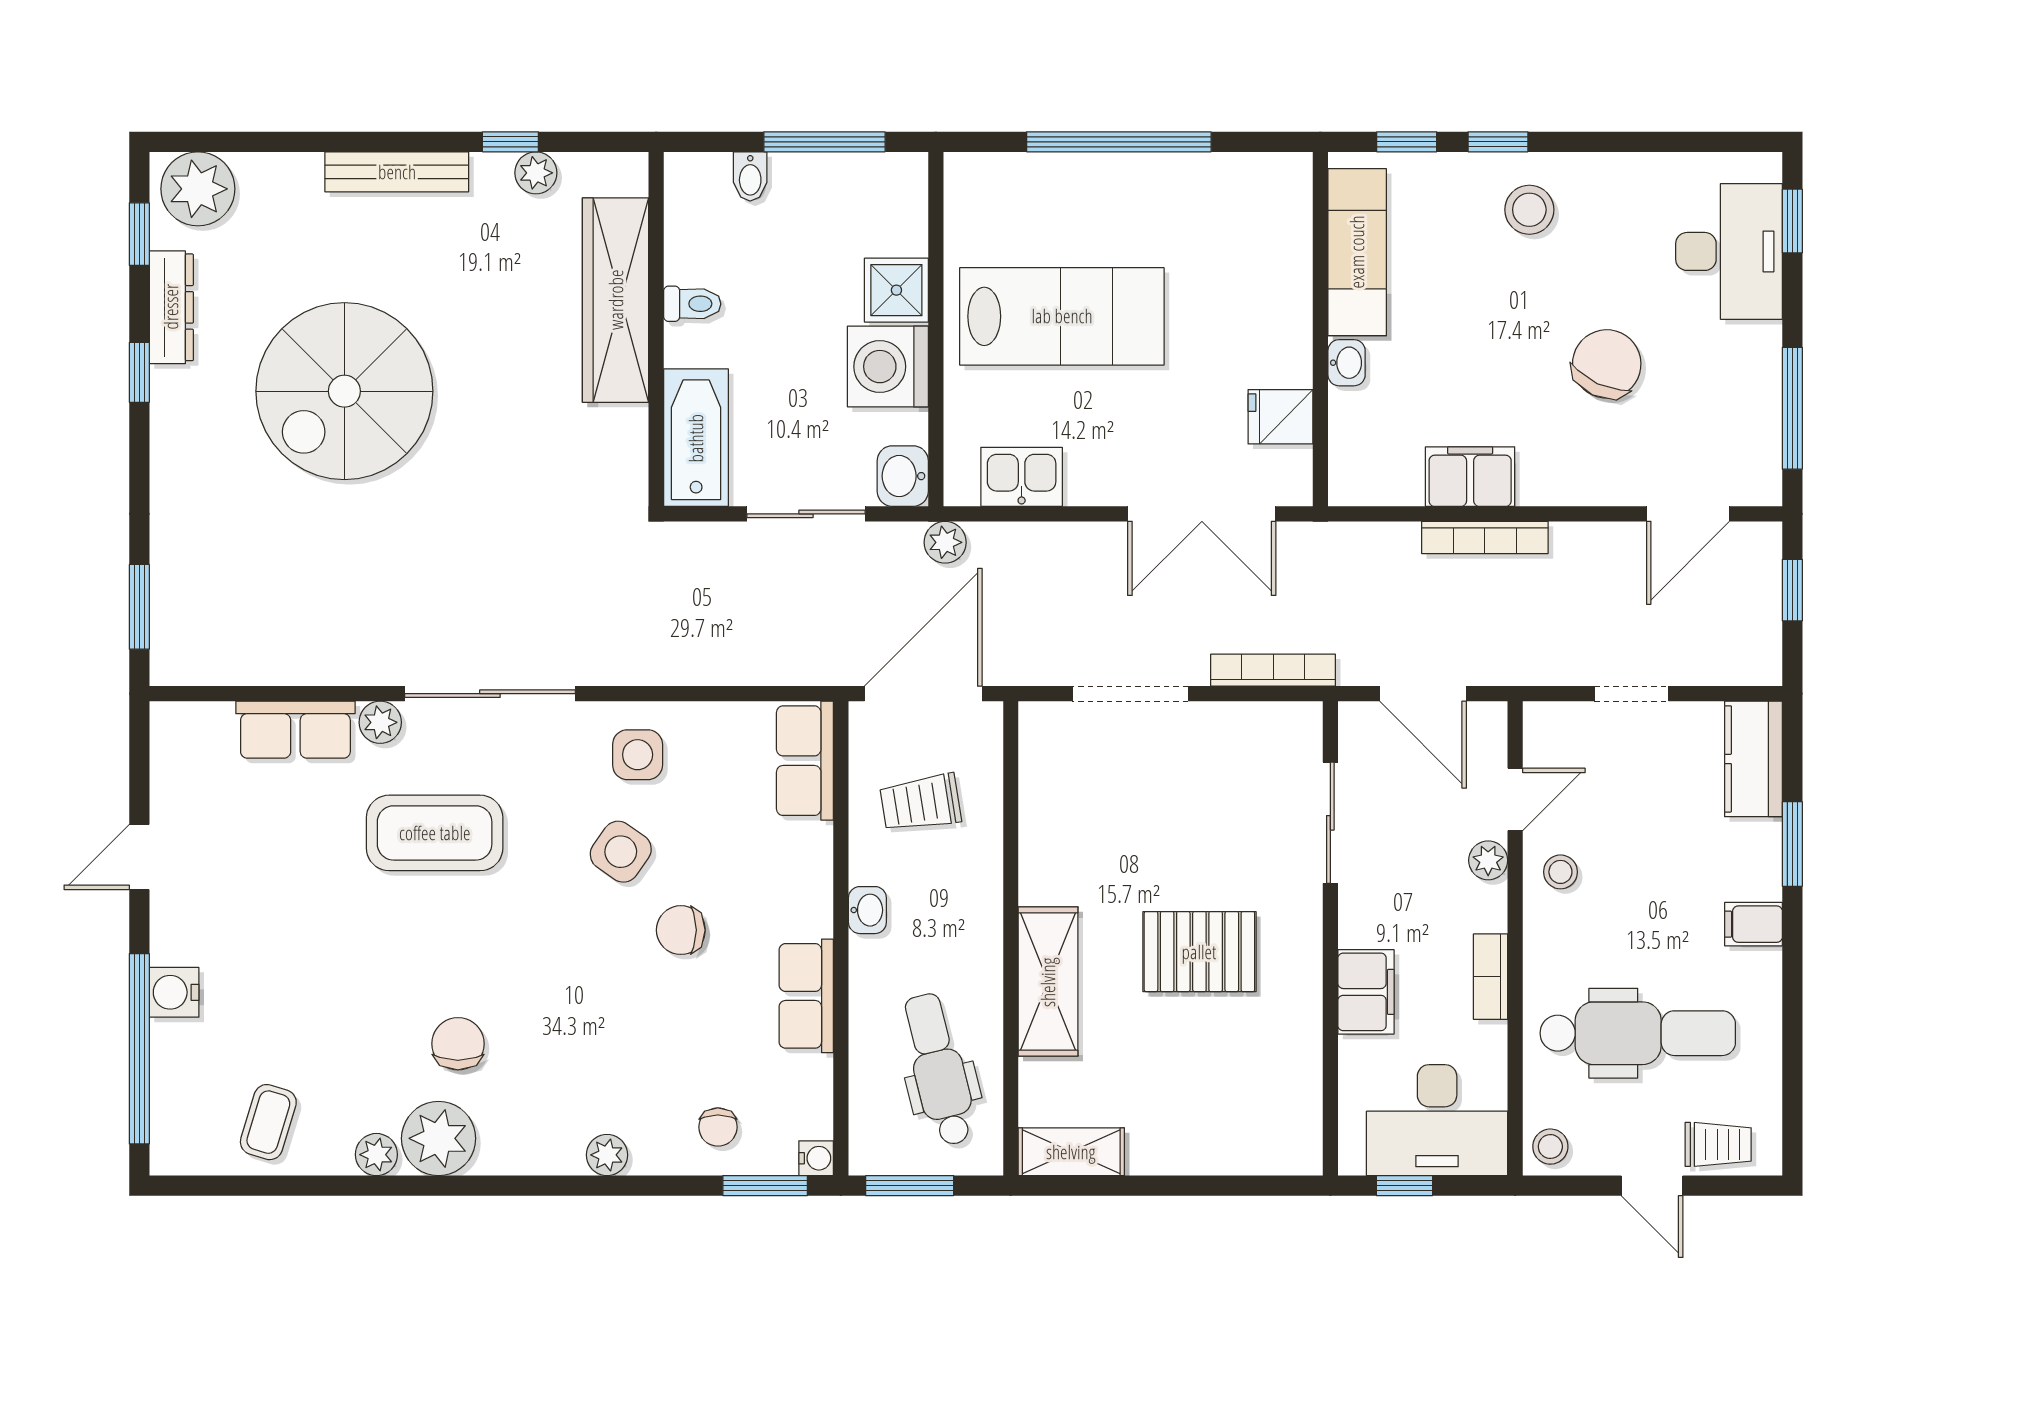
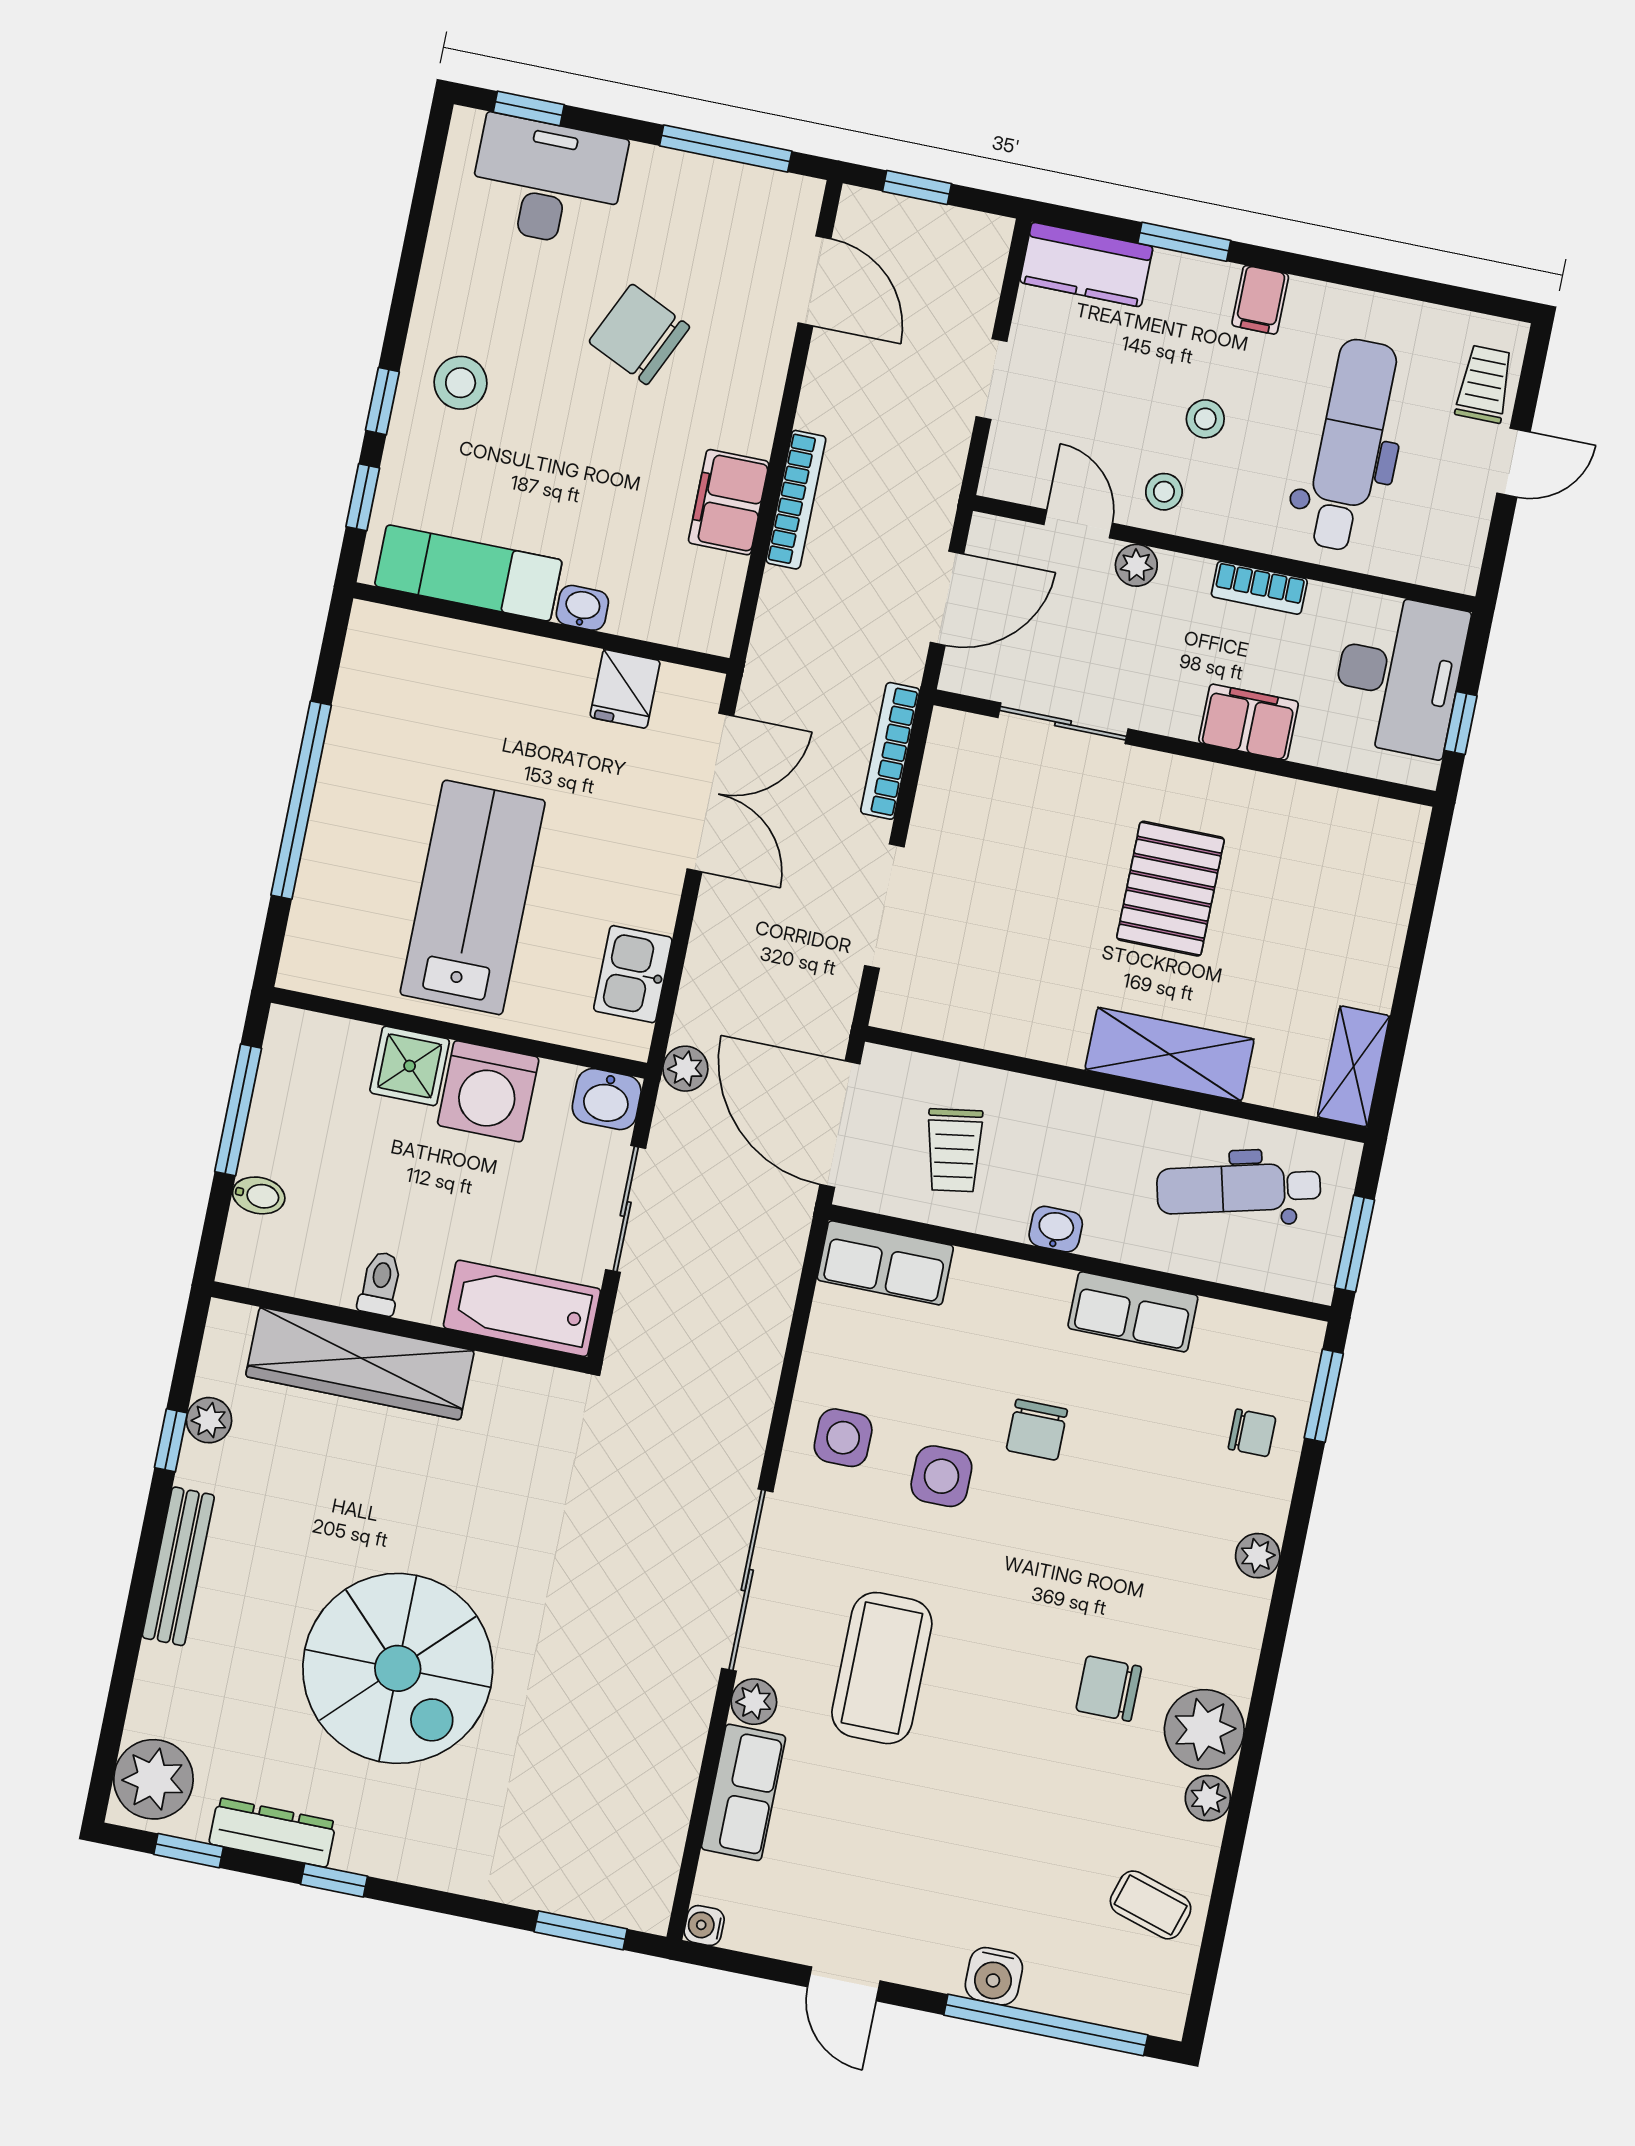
side table: (621, 852) -> (941, 1476), turned -35
stool: (1550, 1147) -> (1205, 419), moved
water cooler: (816, 1158) -> (704, 1926), moved, turned -90

